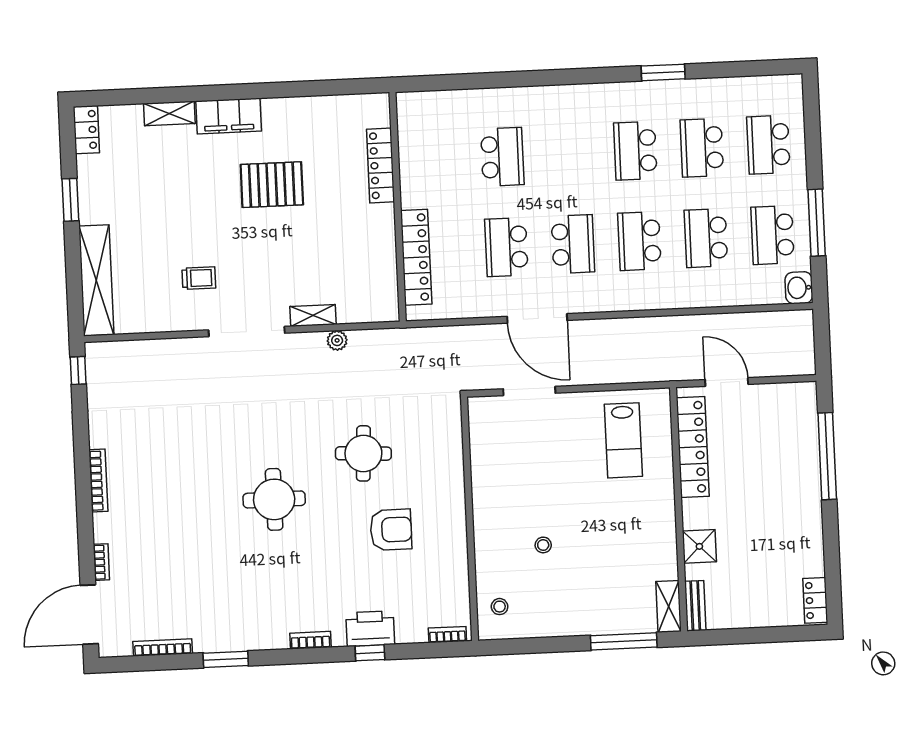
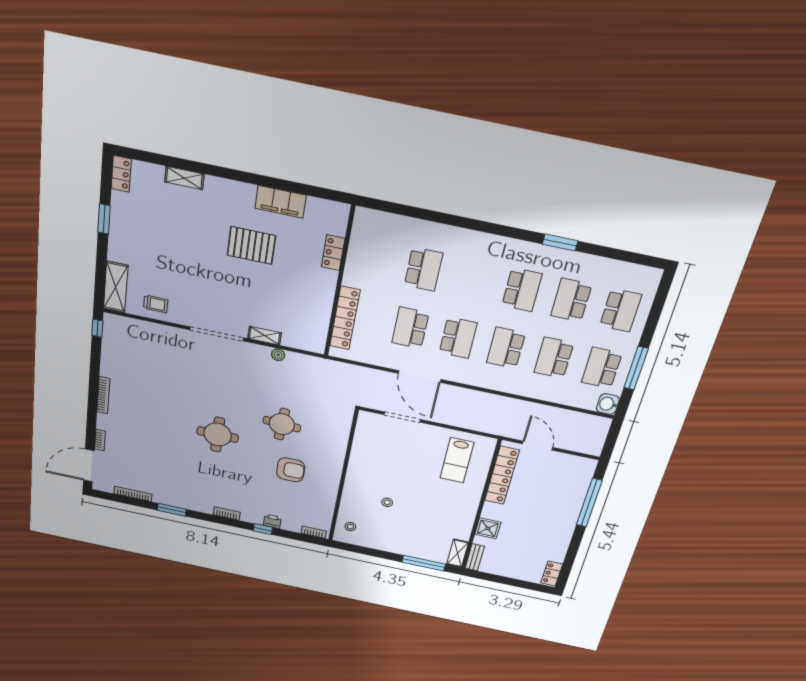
filing cabinet: (229, 116) -> (281, 202), moved
school desk: (768, 145) -> (621, 310), turned 180
school desk: (635, 151) -> (522, 290), turned 180
locker: (381, 165) -> (333, 253), width x0.66
trolley: (199, 278) -> (156, 304), moved
shelving: (96, 280) -> (116, 287), width x0.68
printer: (370, 629) -> (272, 521), width x0.53, depth x0.68

